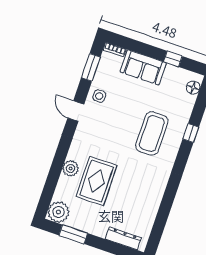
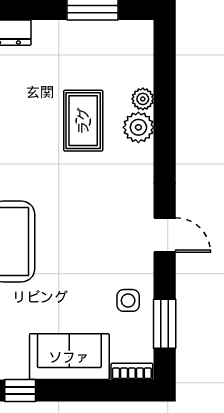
side table: (99, 96) -> (128, 300), moved
rug: (97, 181) -> (83, 121), width x0.73, depth x0.70
plant: (59, 212) -> (143, 99), moved, width x0.53, depth x0.53

